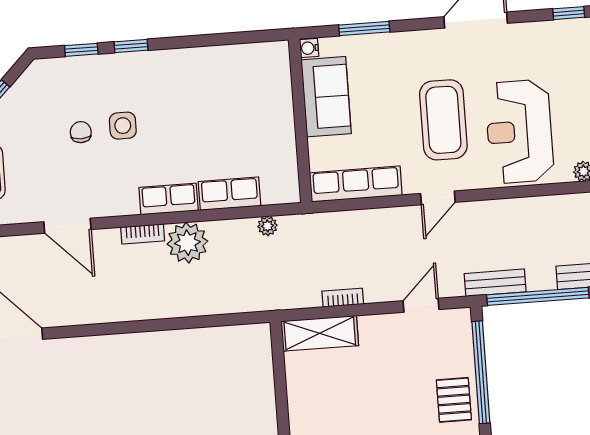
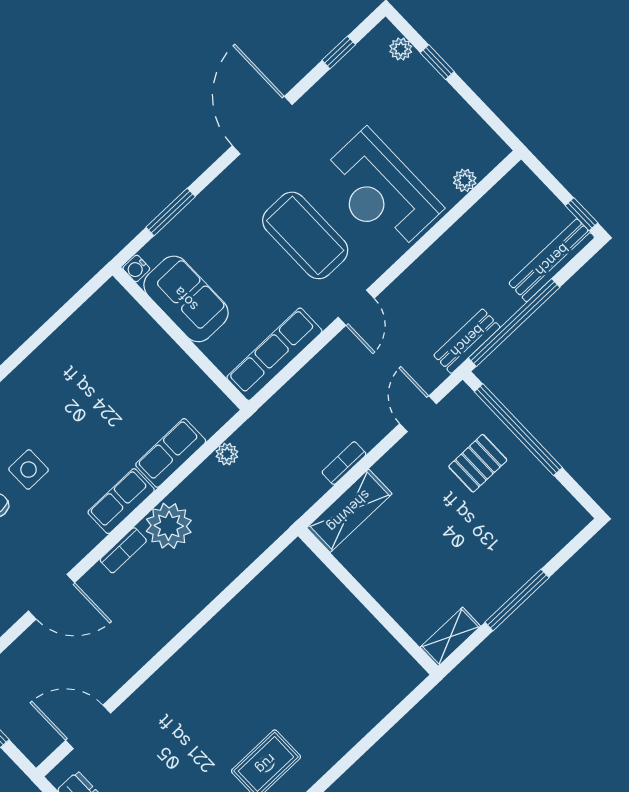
pallet: (454, 400) -> (478, 463), moved, turned 90

